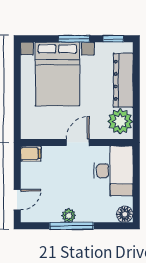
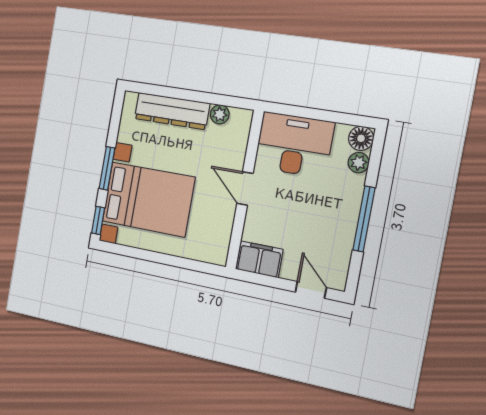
window: (113, 39) -> (98, 220), moved
plant: (120, 121) -> (220, 114), width x0.53, depth x0.53
filing cabinet: (31, 154) -> (259, 259), width x2.00
plant: (69, 216) -> (359, 163), moved

